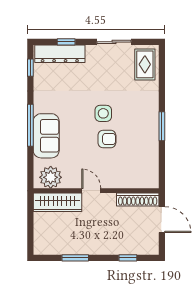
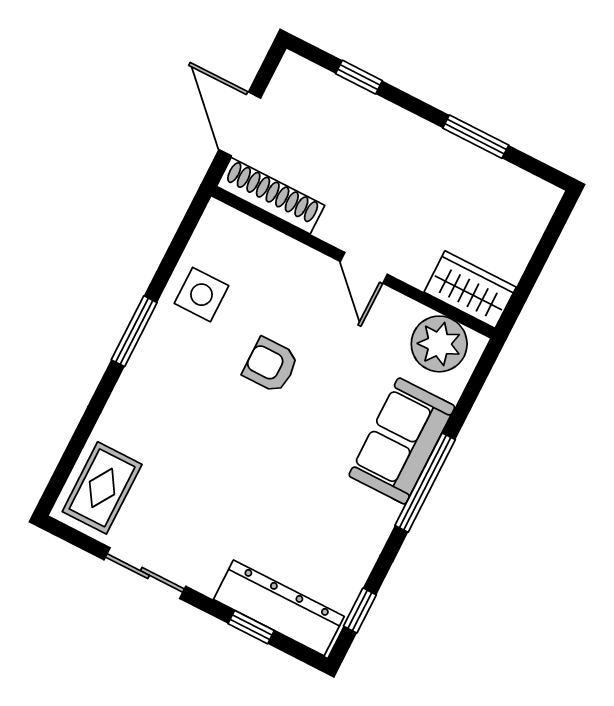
side table: (103, 113) -> (201, 295), moved
wardrobe: (57, 202) -> (470, 290), width x0.67

